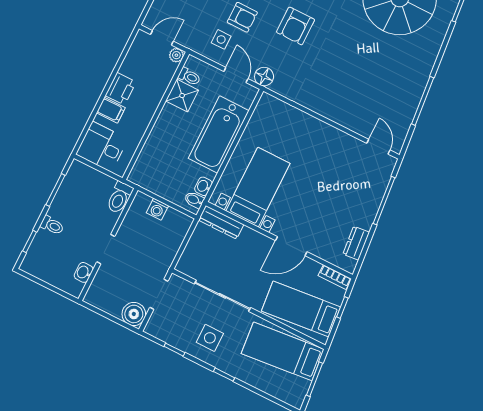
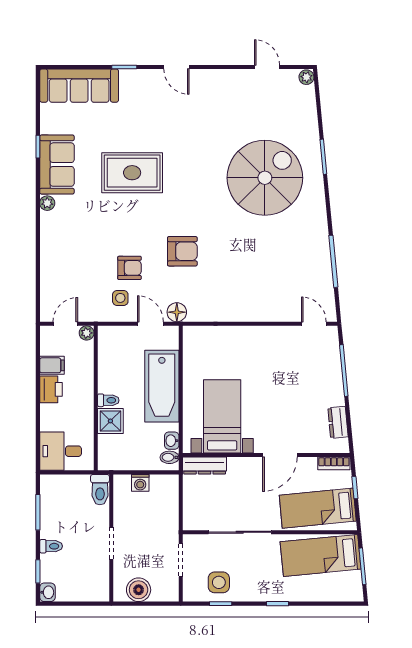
armchair: (296, 26) -> (182, 251), turned -90
toilet: (189, 77) -> (108, 400), moved
shower: (182, 96) -> (110, 421), moved
filing cabinet: (111, 110) -> (52, 365), moved
washbasin: (84, 272) -> (47, 592), moved, turned 180
boiler: (134, 314) -> (139, 590), moved
side table: (210, 338) -> (219, 582), moved

